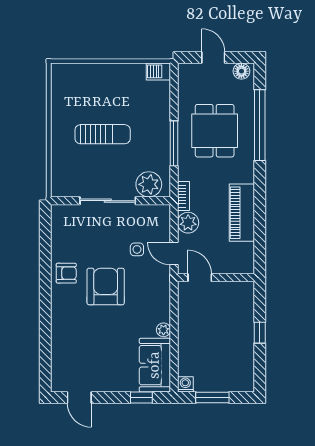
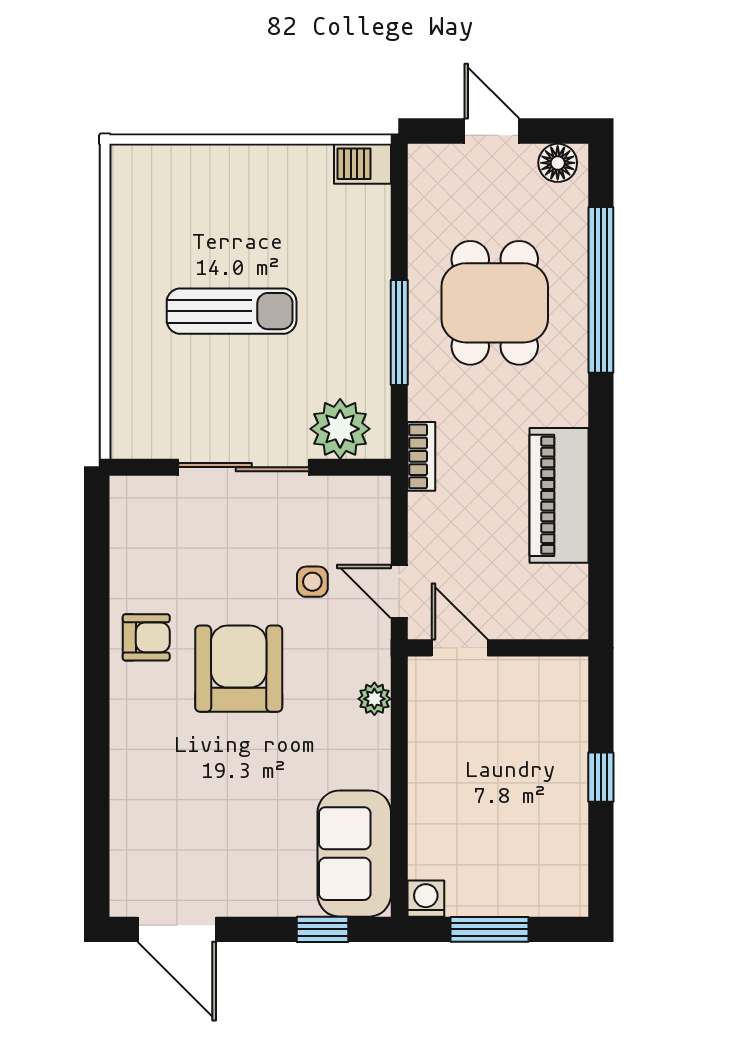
plant: (188, 223) -> (432, 519), removed
plant: (163, 330) -> (374, 699), moved
door: (79, 397) -> (177, 929), width x1.38

